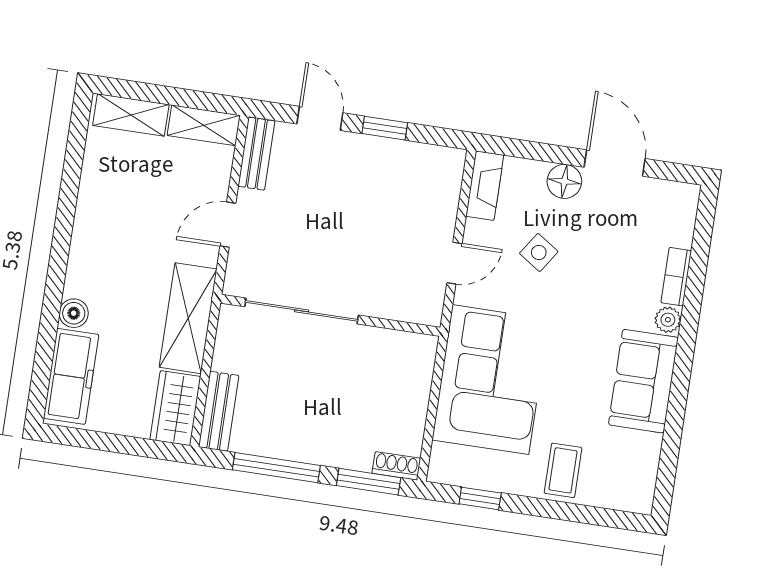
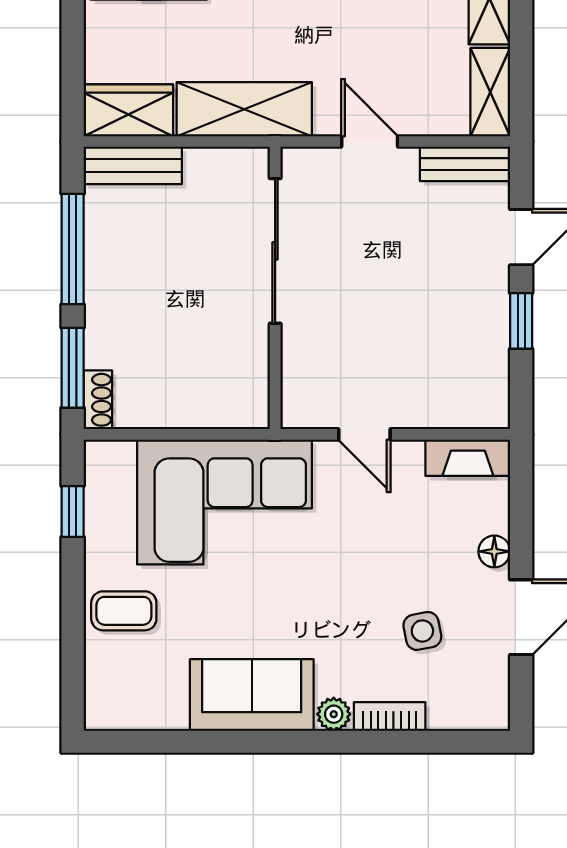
floor lamp: (564, 181) -> (494, 551), width x0.73, depth x0.73
side table: (539, 252) -> (422, 631), moved, turned 45

